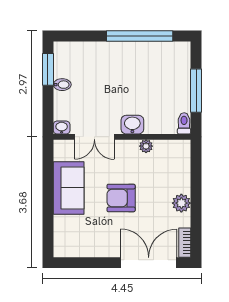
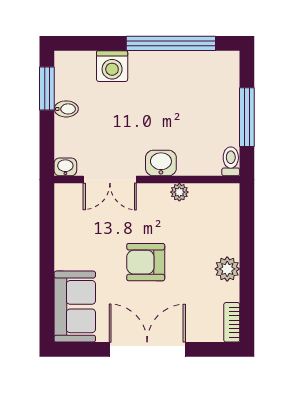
washing machine: (96, 53) -> (112, 66), added
sofa: (69, 188) -> (75, 307), moved
double door: (149, 263) -> (147, 349), moved

